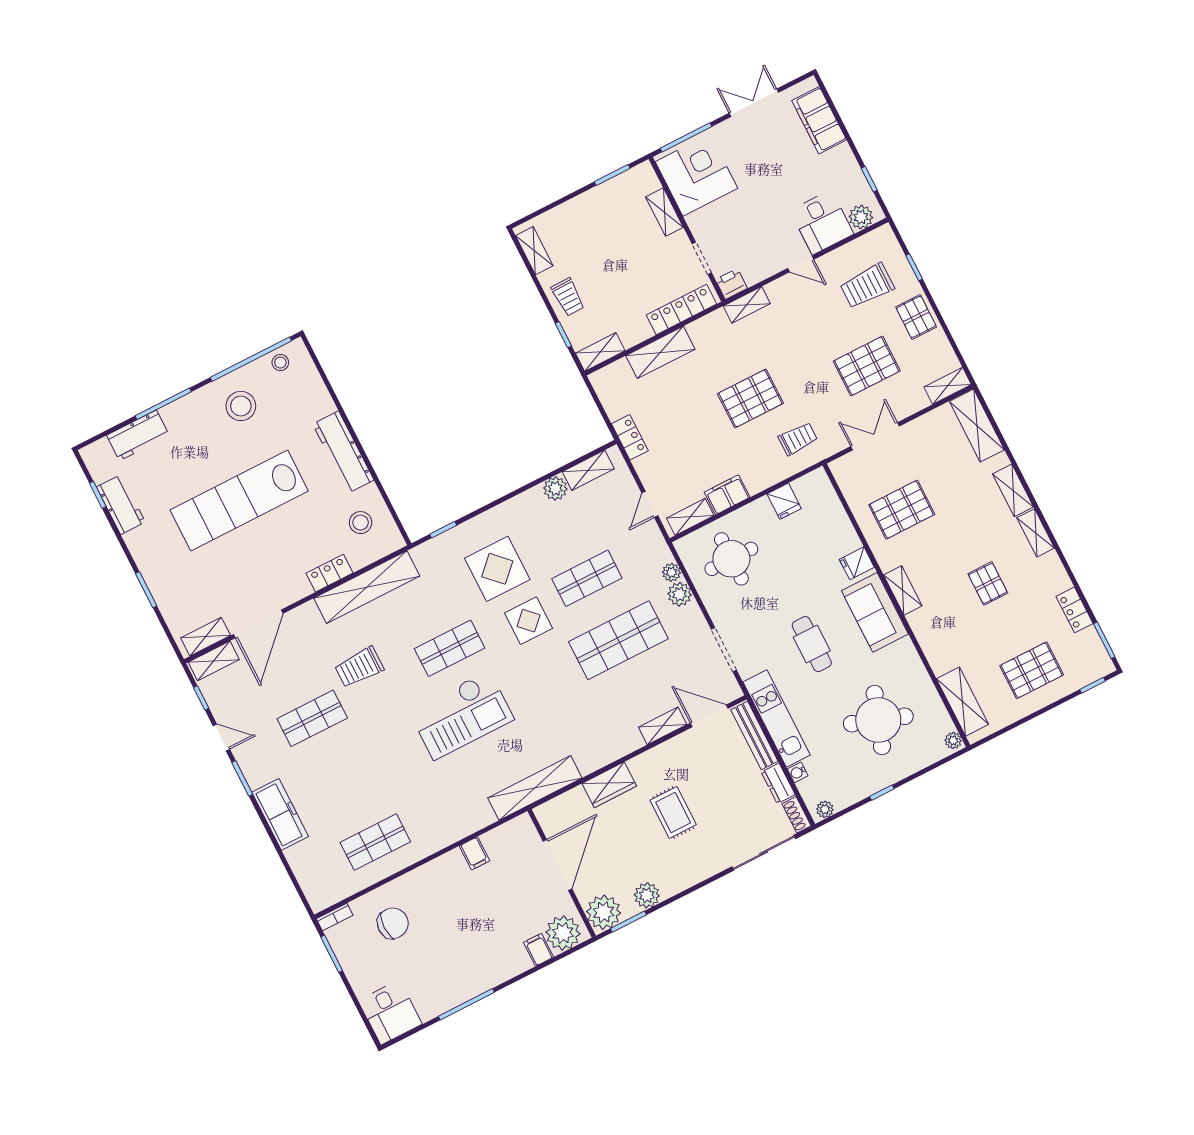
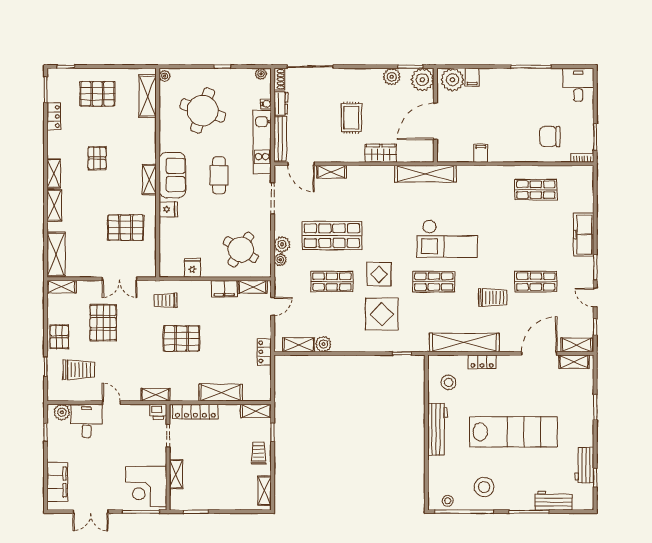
pallet: (867, 366) -> (103, 323), turned 90
round table: (731, 559) -> (241, 250), turned 32
checkout: (461, 715) -> (447, 239), turned 180

